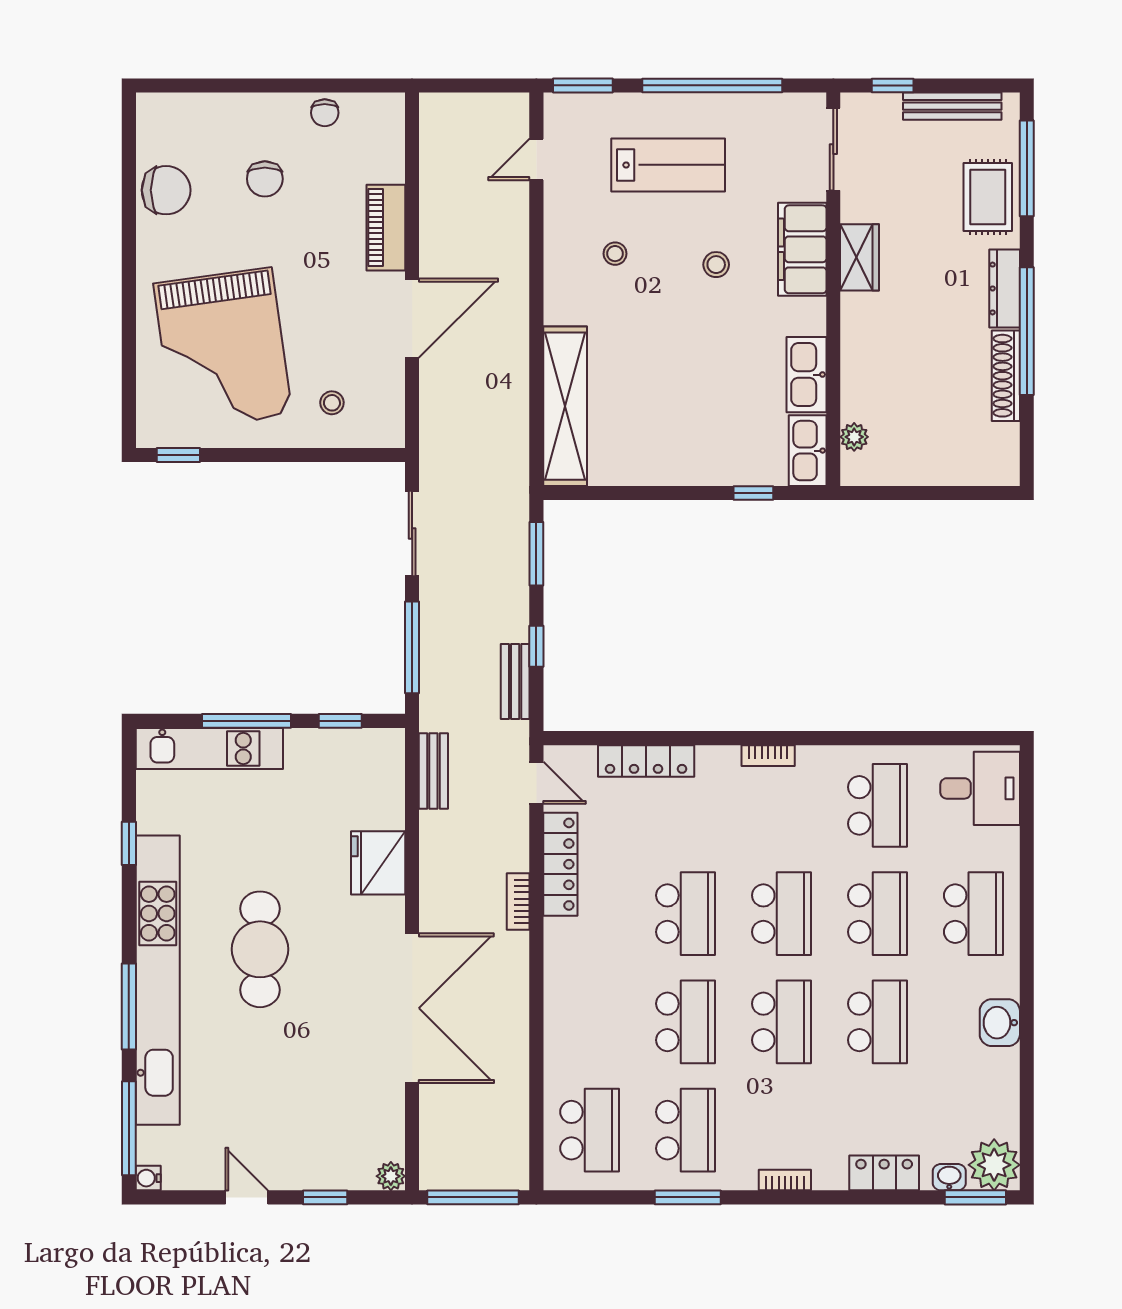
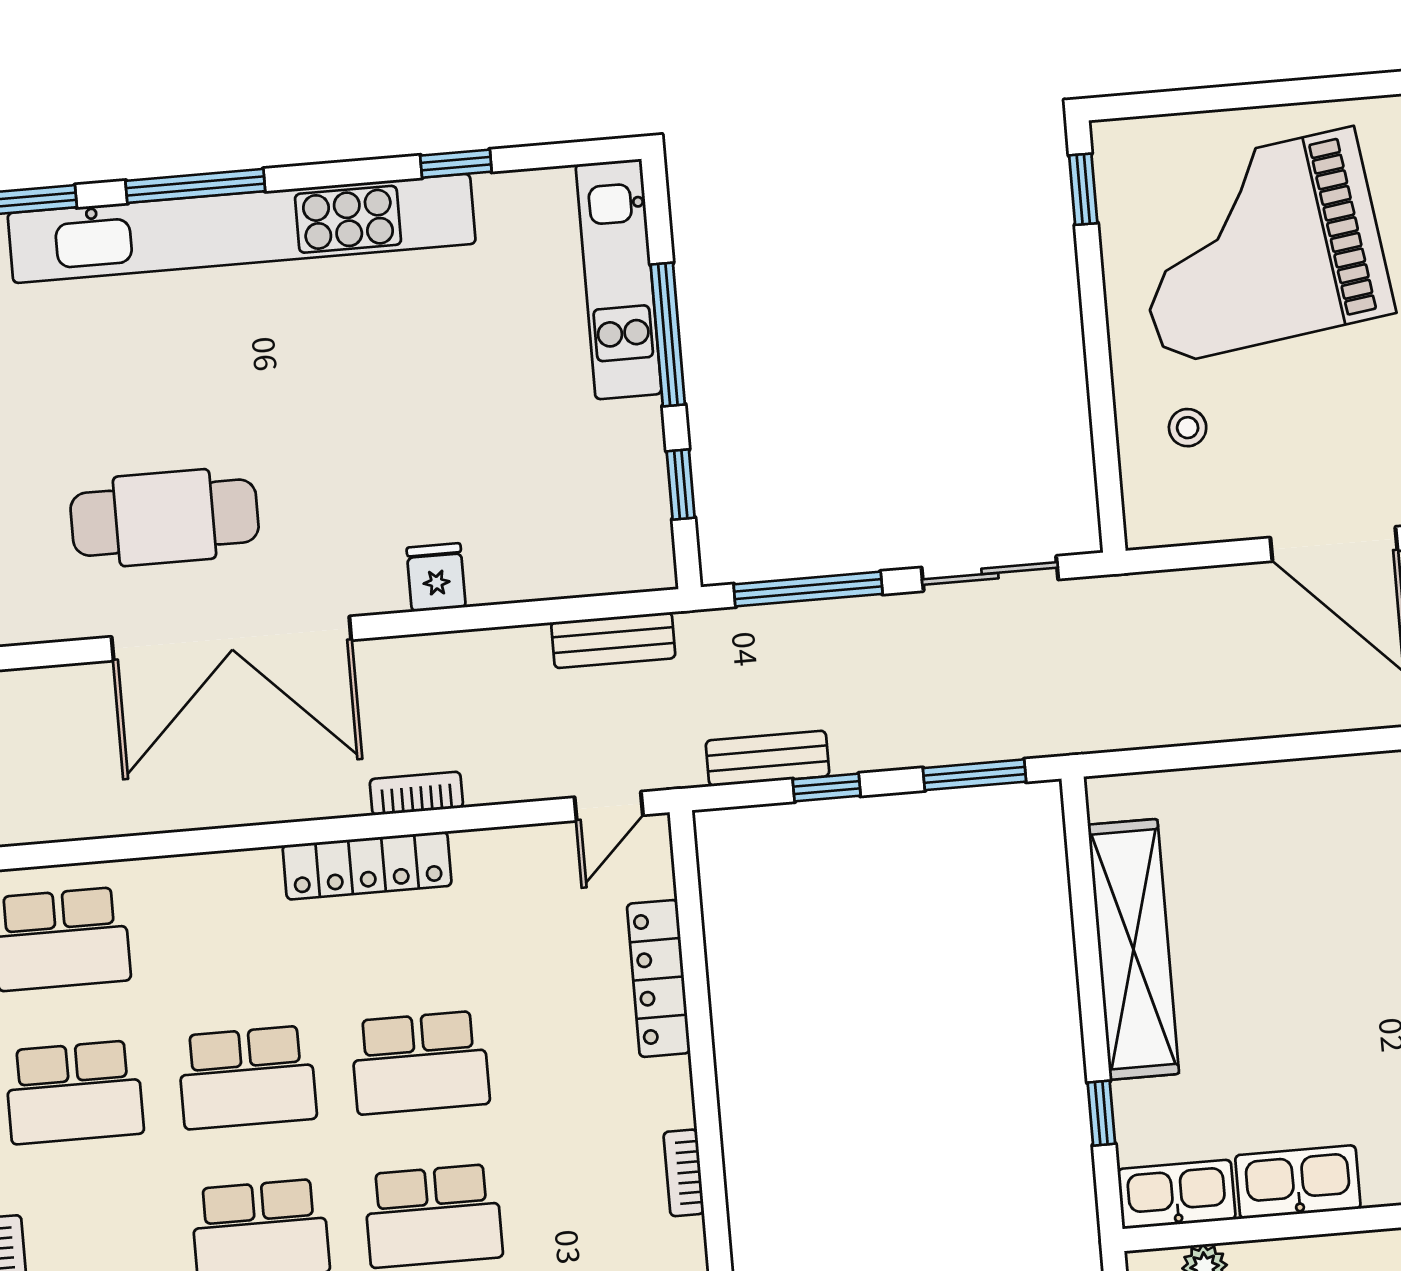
shelving: (565, 406) -> (1133, 949), moved, turned 90
fridge: (378, 863) -> (436, 577), width x0.53, depth x0.75
locker: (560, 864) -> (367, 866), moved
cafe table: (260, 949) -> (165, 518), moved

